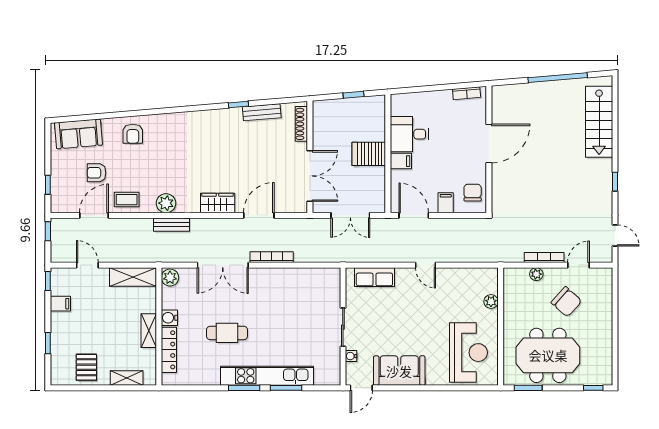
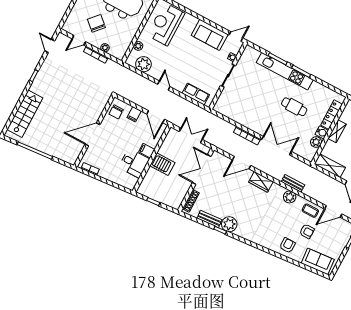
plant: (230, 120) -> (229, 224), added
armchair: (97, 173) -> (307, 231), moved
plant: (170, 278) -> (316, 142), moved
plant: (470, 280) -> (143, 64), added

